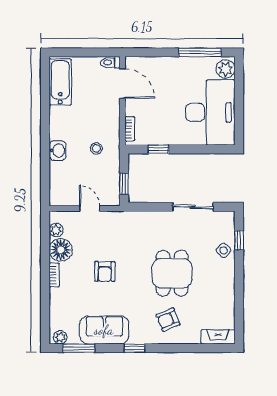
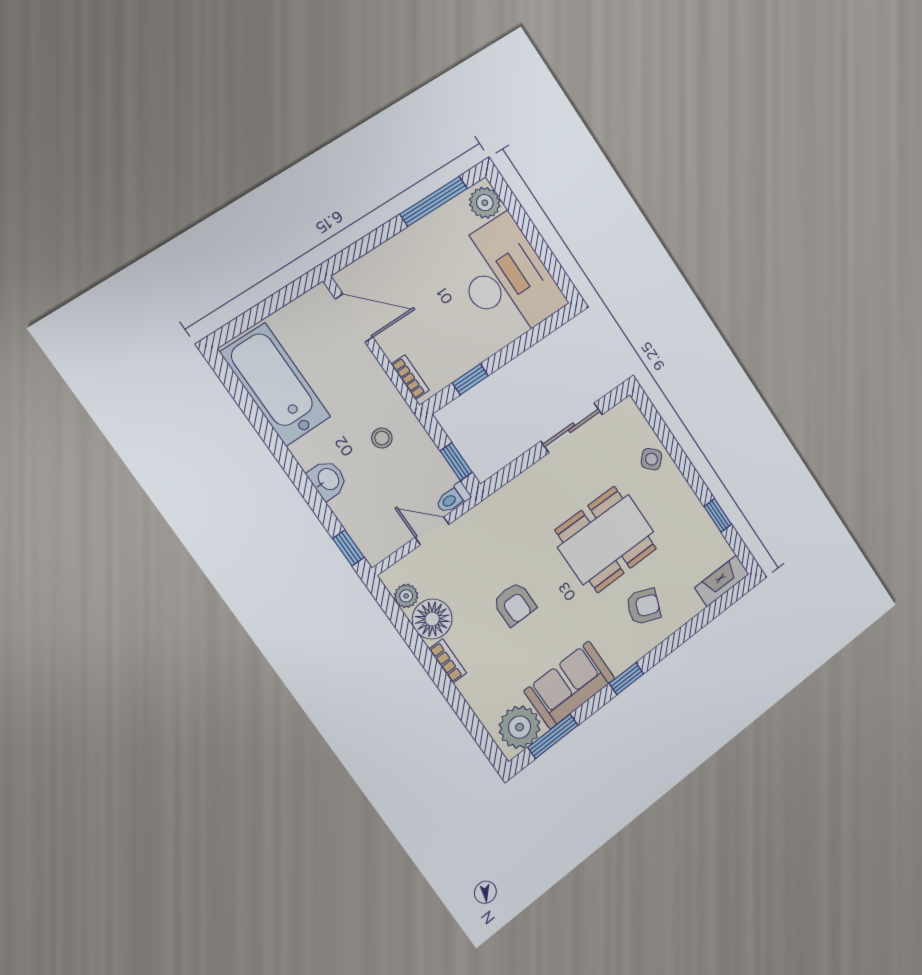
toilet: (110, 62) -> (453, 498), moved
bathtub: (60, 82) -> (275, 384), width x1.36, depth x1.36
window: (45, 189) -> (348, 548), added
window: (239, 240) -> (718, 515), moved
dining table: (172, 273) -> (606, 539), width x1.38
armchair: (168, 320) -> (643, 606), turned -137
plant: (60, 337) -> (520, 727), width x1.88, depth x1.88

